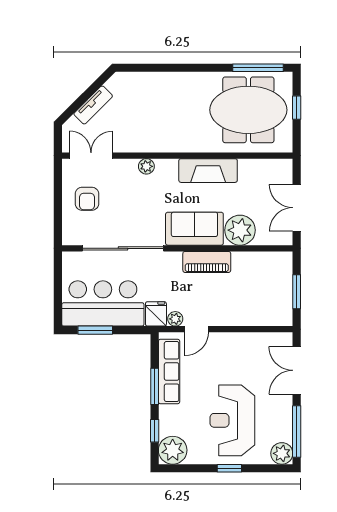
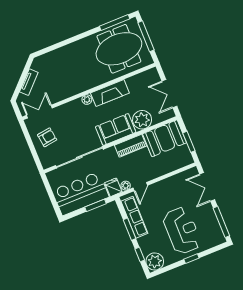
window: (297, 108) -> (146, 36), width x2.17
plant: (146, 166) -> (87, 100), moved
armchair: (87, 199) -> (47, 137), turned -98
booth: (262, 272) -> (165, 138), added
window: (95, 330) -> (96, 205), moved
reception desk: (232, 420) -> (182, 230), turned 180
plant: (282, 453) -> (218, 238), removed

